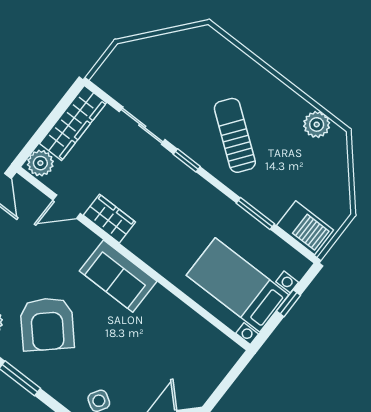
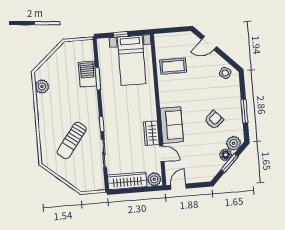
sun lounger: (235, 135) -> (72, 141), moved
barbecue: (305, 228) -> (87, 74), moved
sofa: (118, 276) -> (172, 125), moved
armchair: (47, 324) -> (214, 120), width x0.53, depth x0.53
coffee table: (176, 336) -> (173, 66), added

